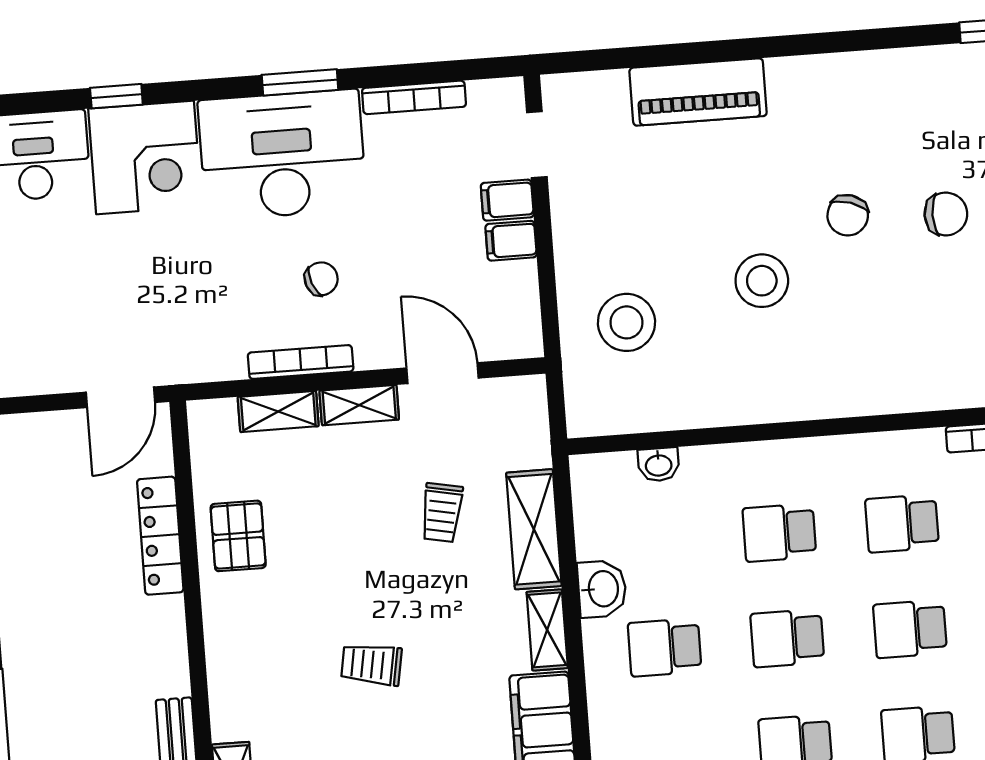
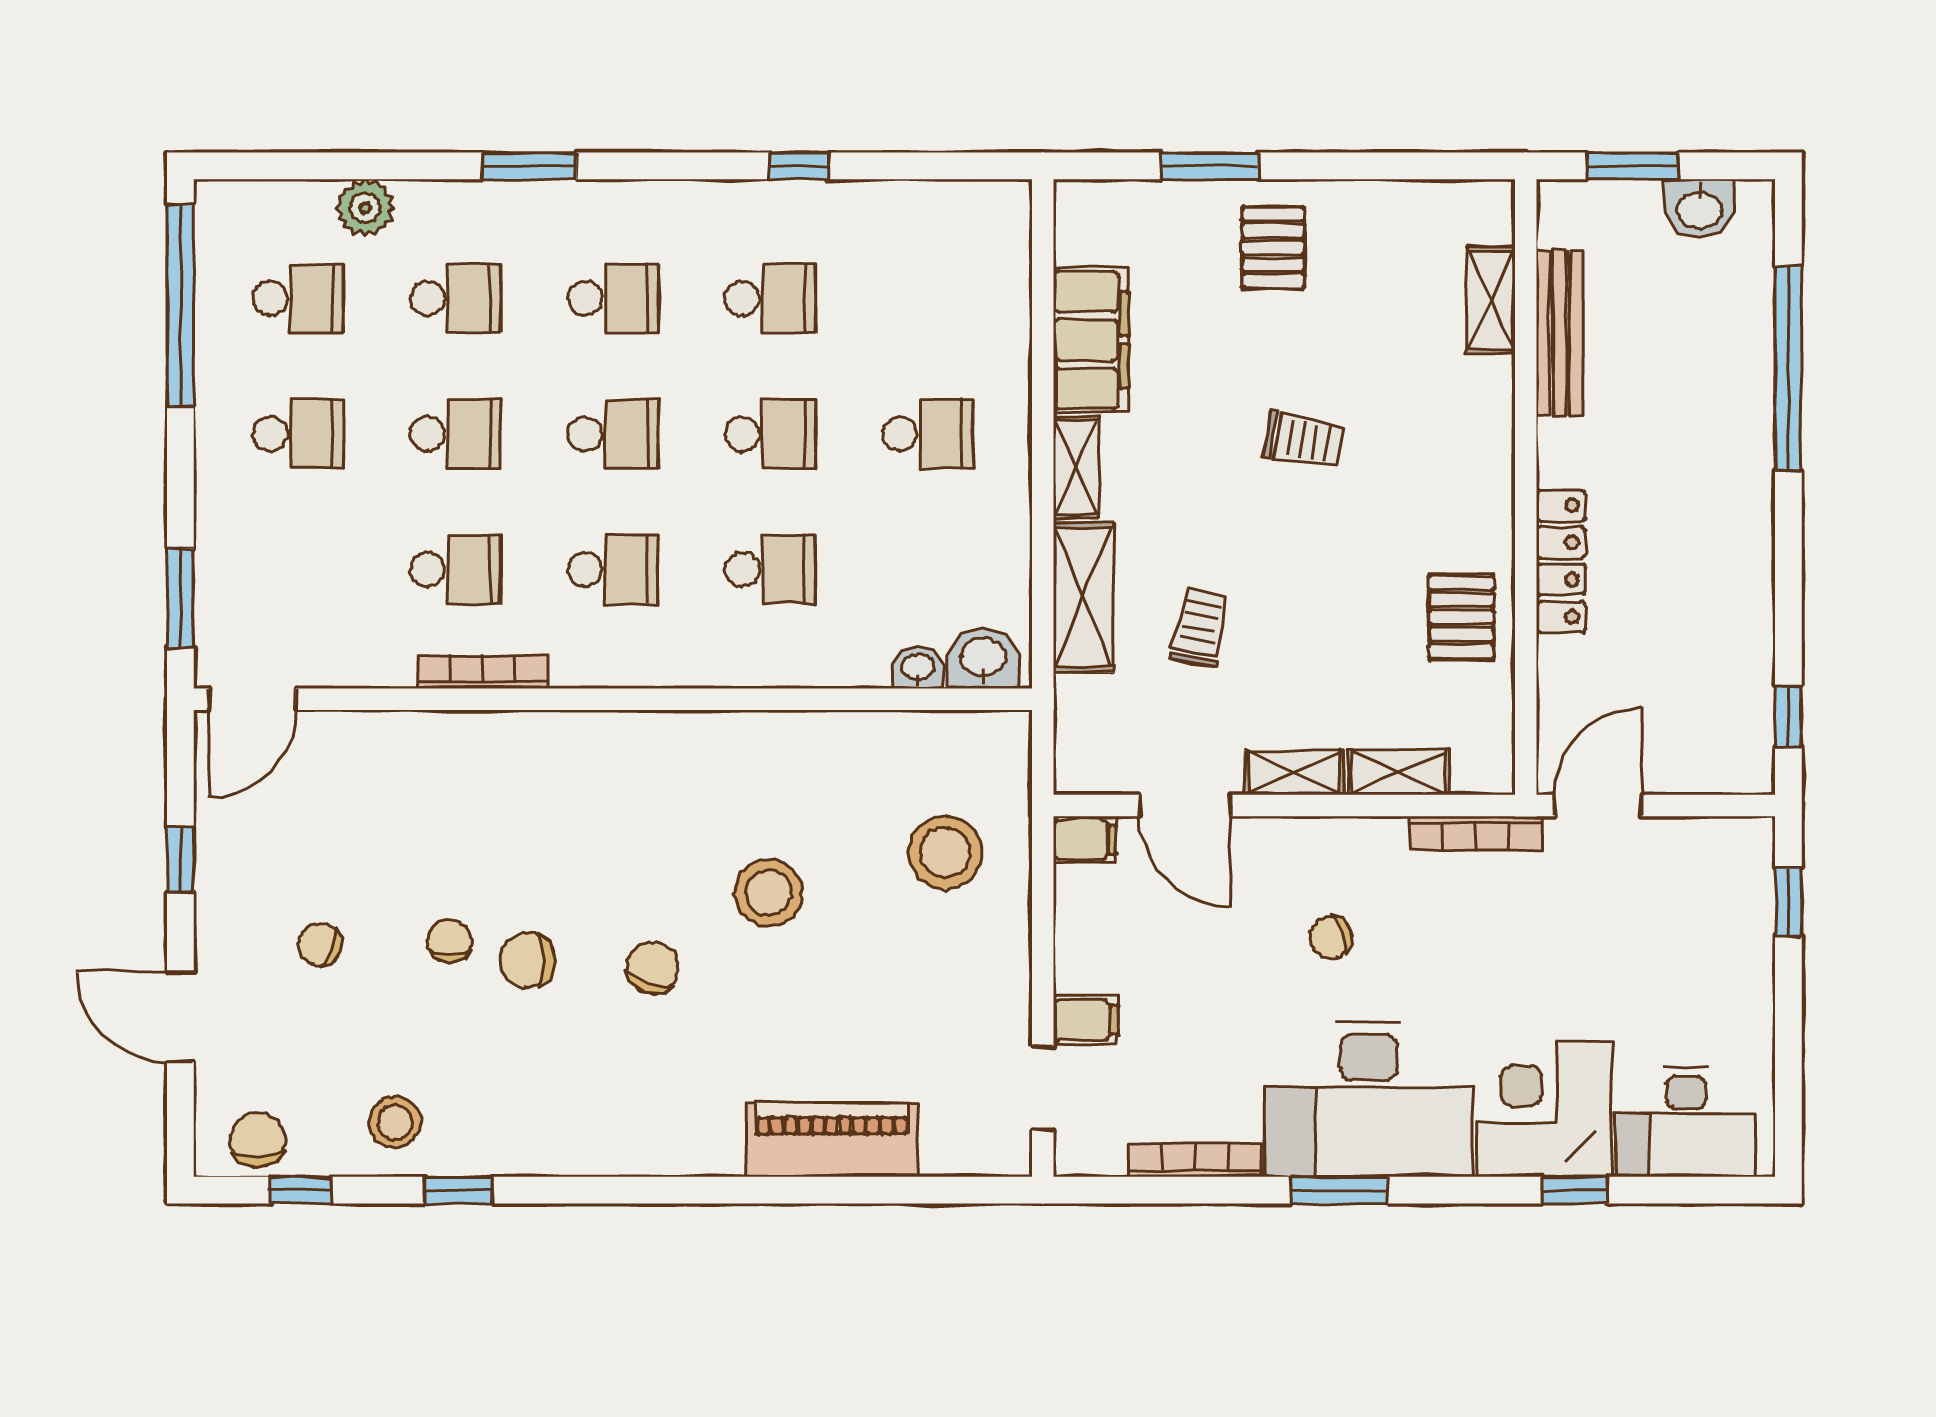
filing cabinet: (511, 241) -> (1085, 840), moved
bookcase: (301, 362) -> (1476, 833), moved
locker: (160, 536) -> (1561, 561), moved
washbasin: (602, 589) -> (983, 659), moved, turned 90

